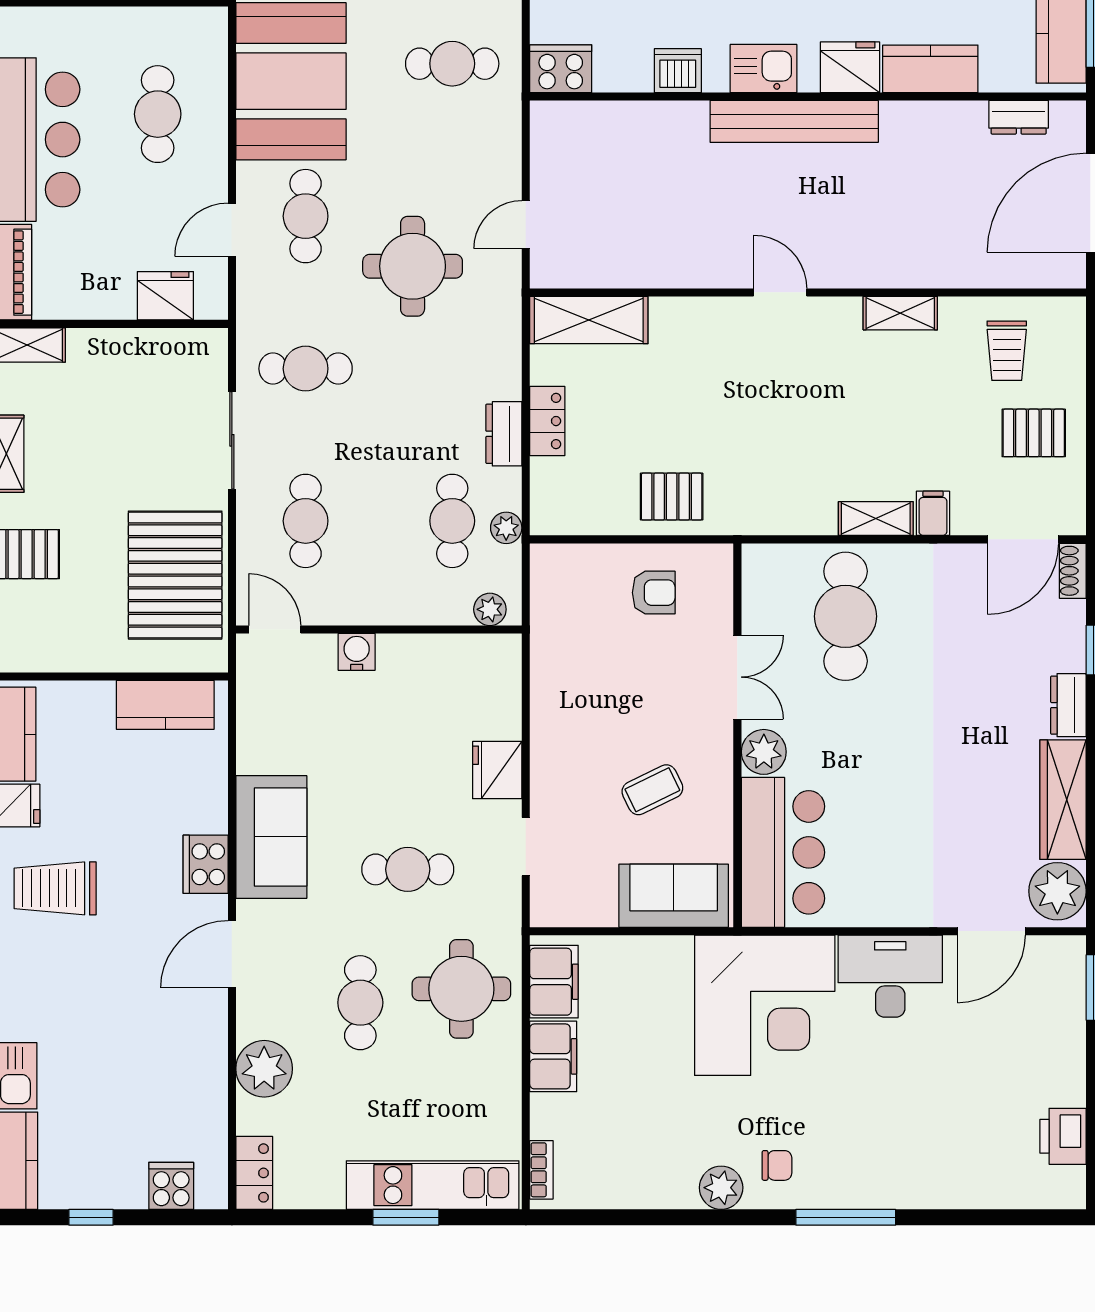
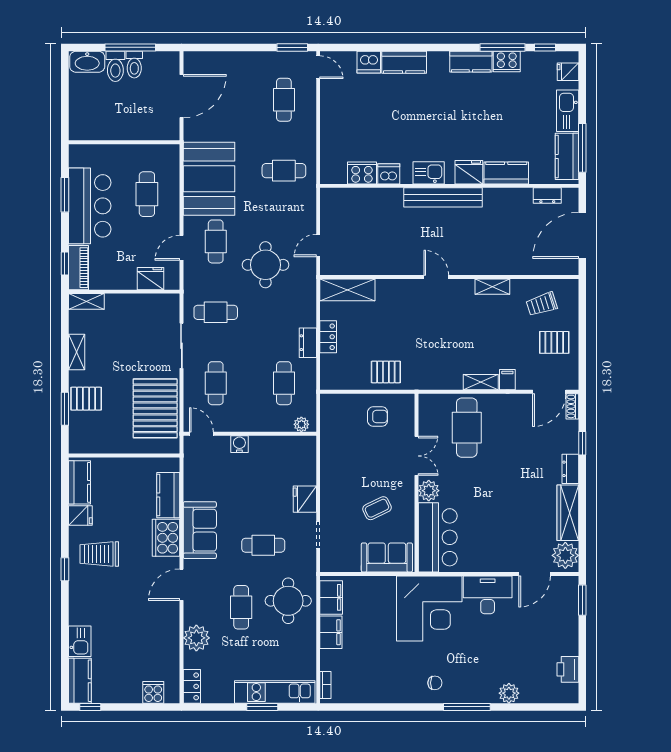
cooker: (561, 69) -> (362, 173), moved
trolley: (1007, 351) -> (542, 304), turned 72
plant: (506, 528) -> (309, 386), removed
kitchen counter: (165, 705) -> (168, 495), moved, turned 90
cooker: (206, 864) -> (166, 538), width x1.37, depth x1.31
plant: (721, 1188) -> (509, 693), moved
window: (91, 1217) -> (90, 707), moved

